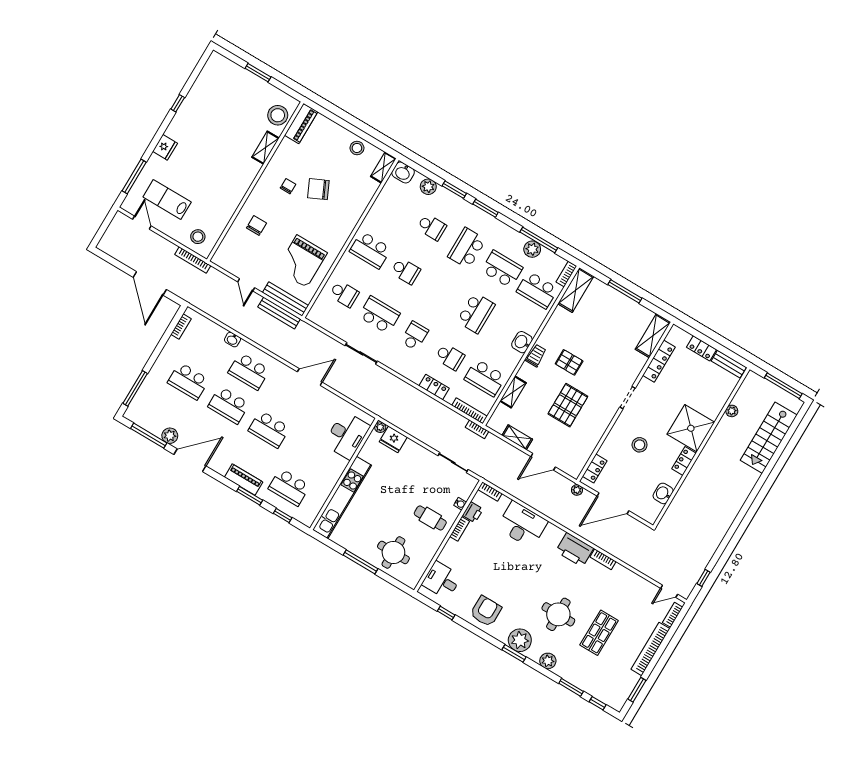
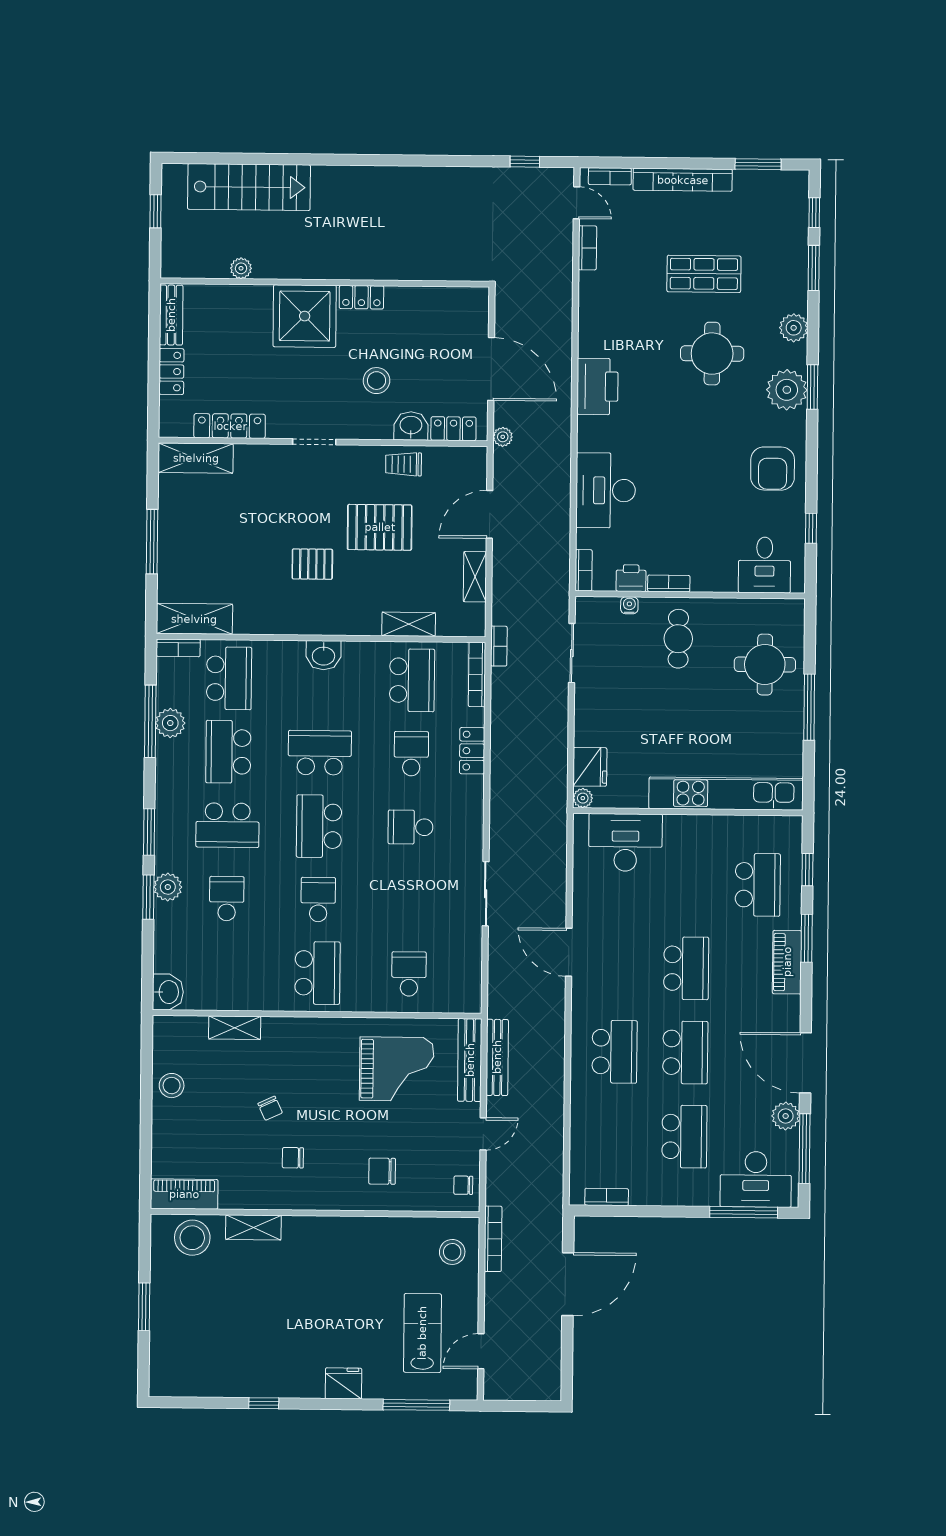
shelving: (383, 168) -> (235, 1028), moved
plant: (428, 187) -> (168, 887), moved
chair: (318, 189) -> (270, 1108), width x0.54, depth x0.54
lab bench: (167, 200) -> (422, 1333), turned 180
chair: (227, 261) -> (463, 1185), added
school desk: (379, 315) -> (319, 826), moved
washbasin: (232, 339) -> (580, 1106), removed
trolley: (536, 356) -> (403, 464), moved
pallet: (569, 362) -> (312, 564), turned 90
window: (783, 386) -> (156, 211), width x0.46
desk: (148, 404) -> (756, 1179), added
door: (543, 462) -> (490, 514), swing flipped
washbasin: (663, 493) -> (411, 426), moved, turned 180
bookcase: (603, 559) -> (588, 248), moved
armchair: (486, 611) -> (773, 469), turned -90

